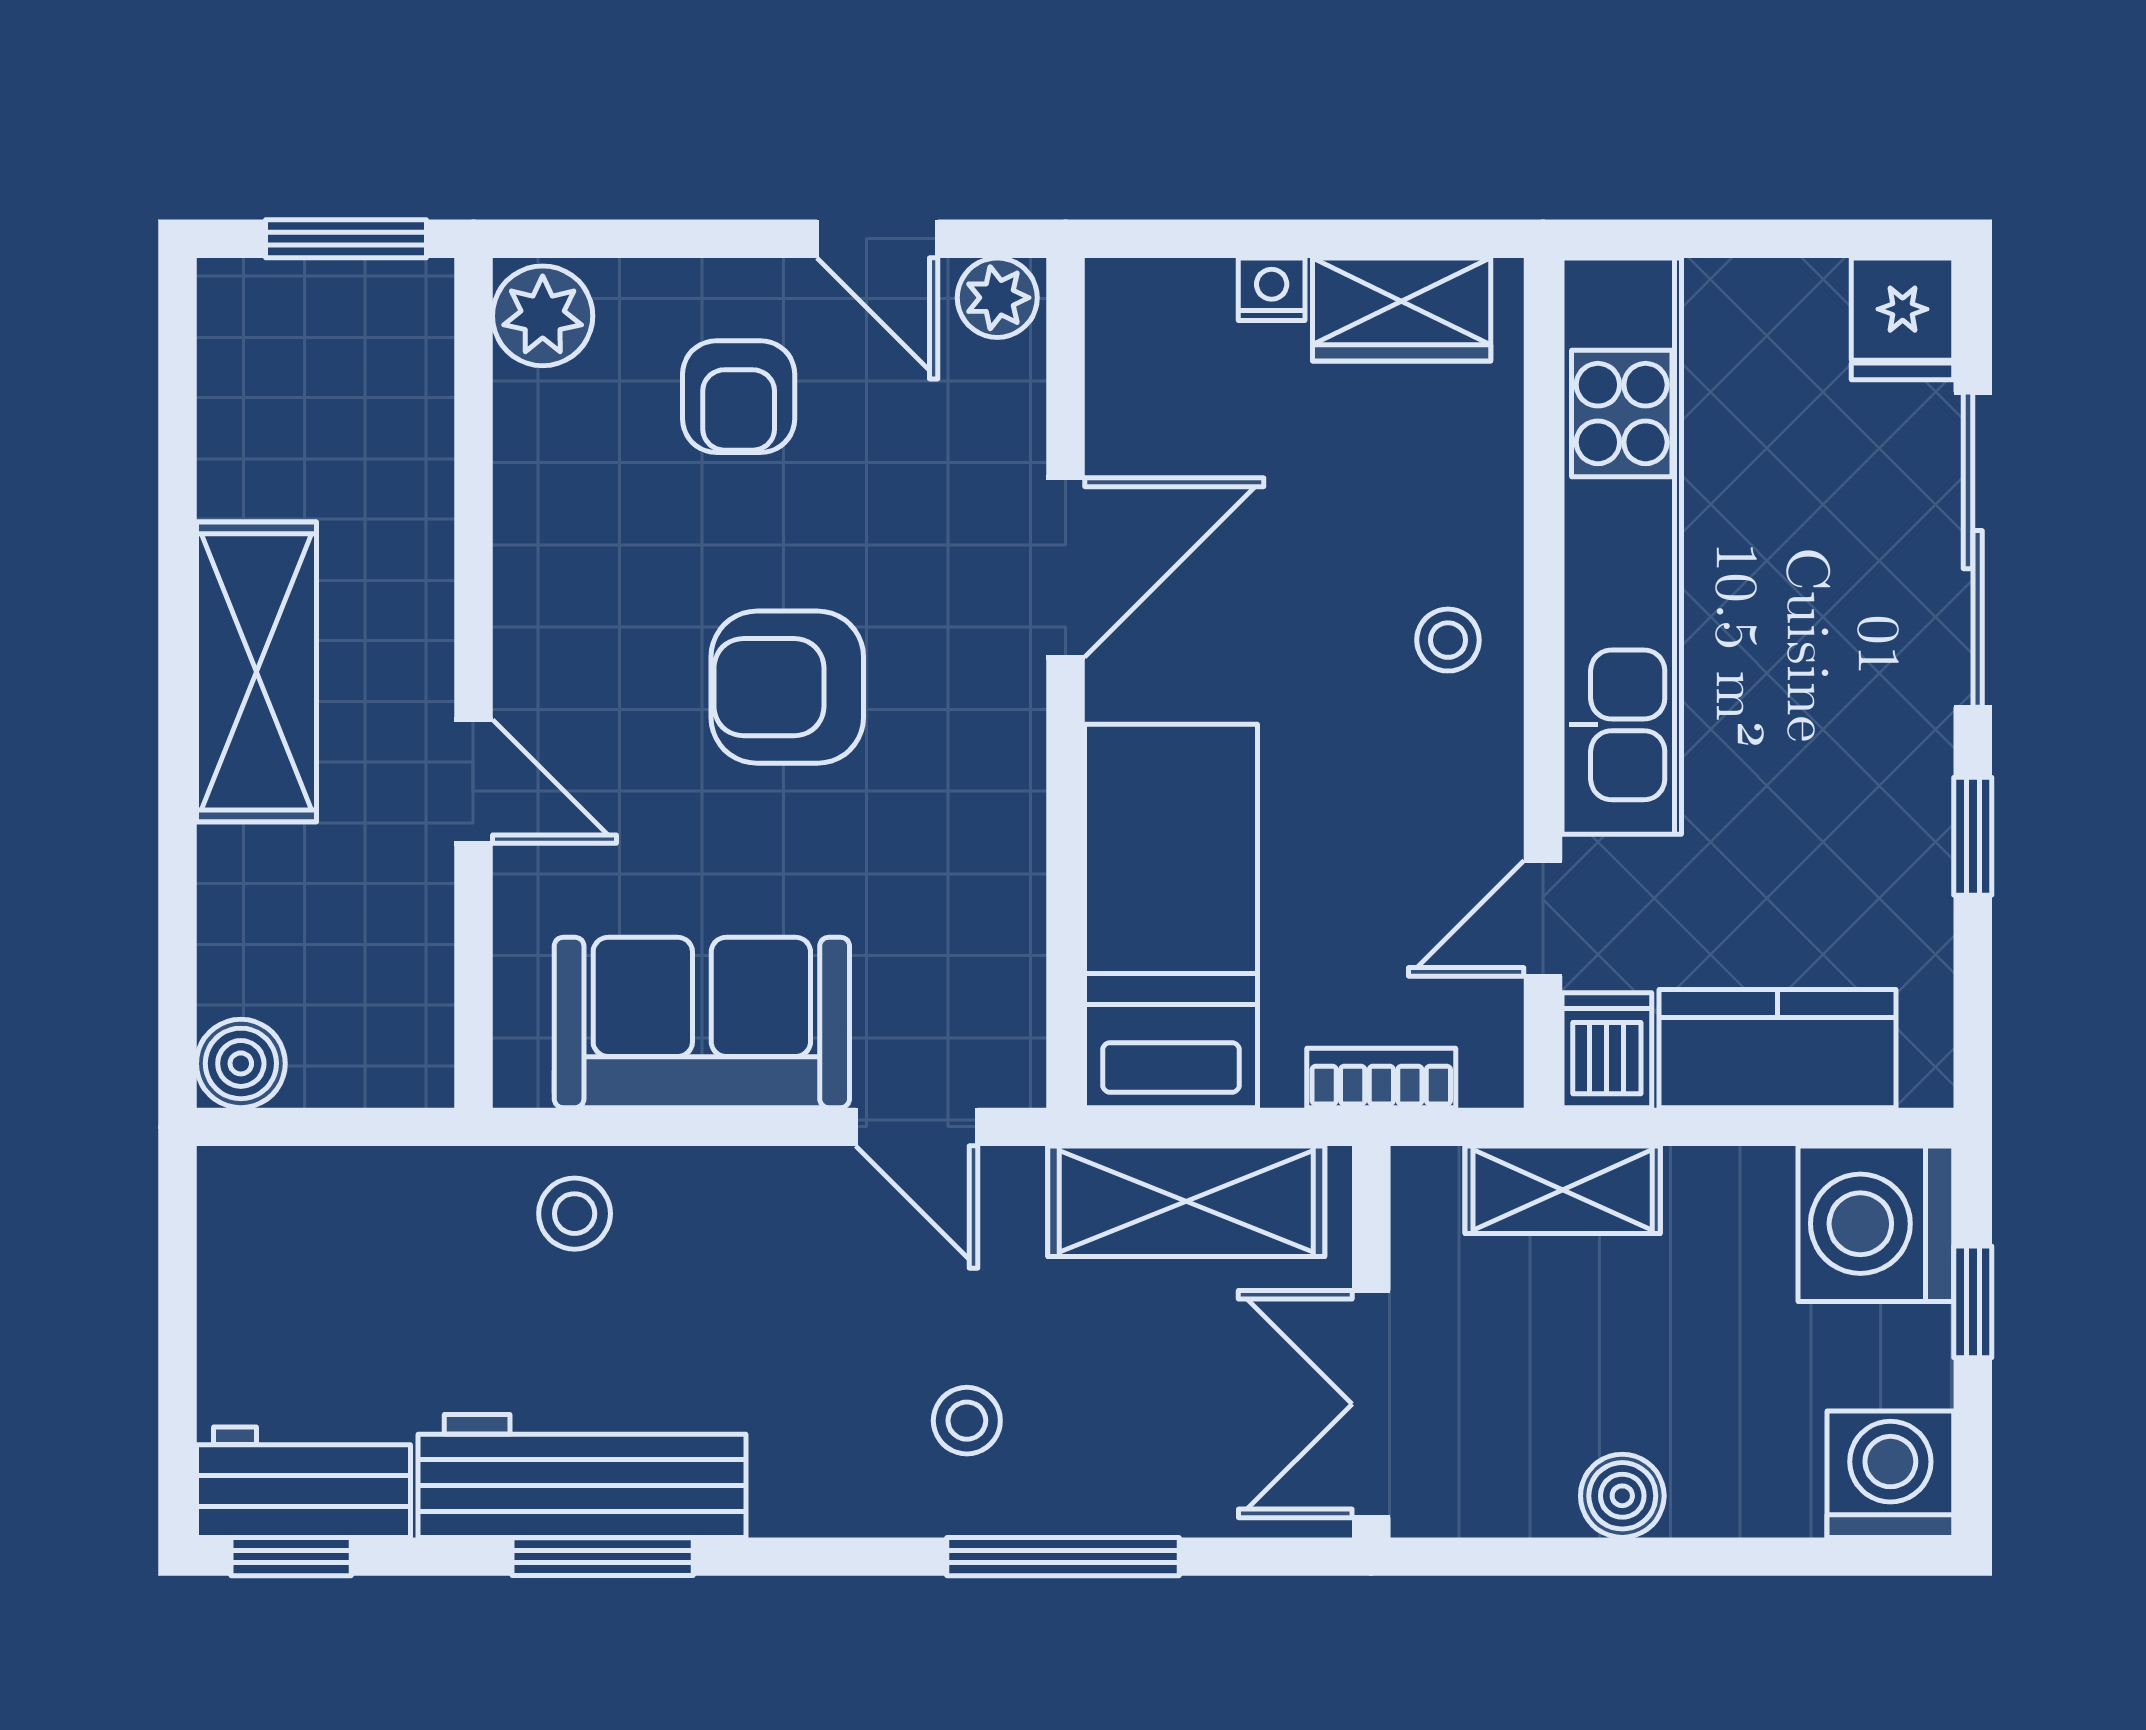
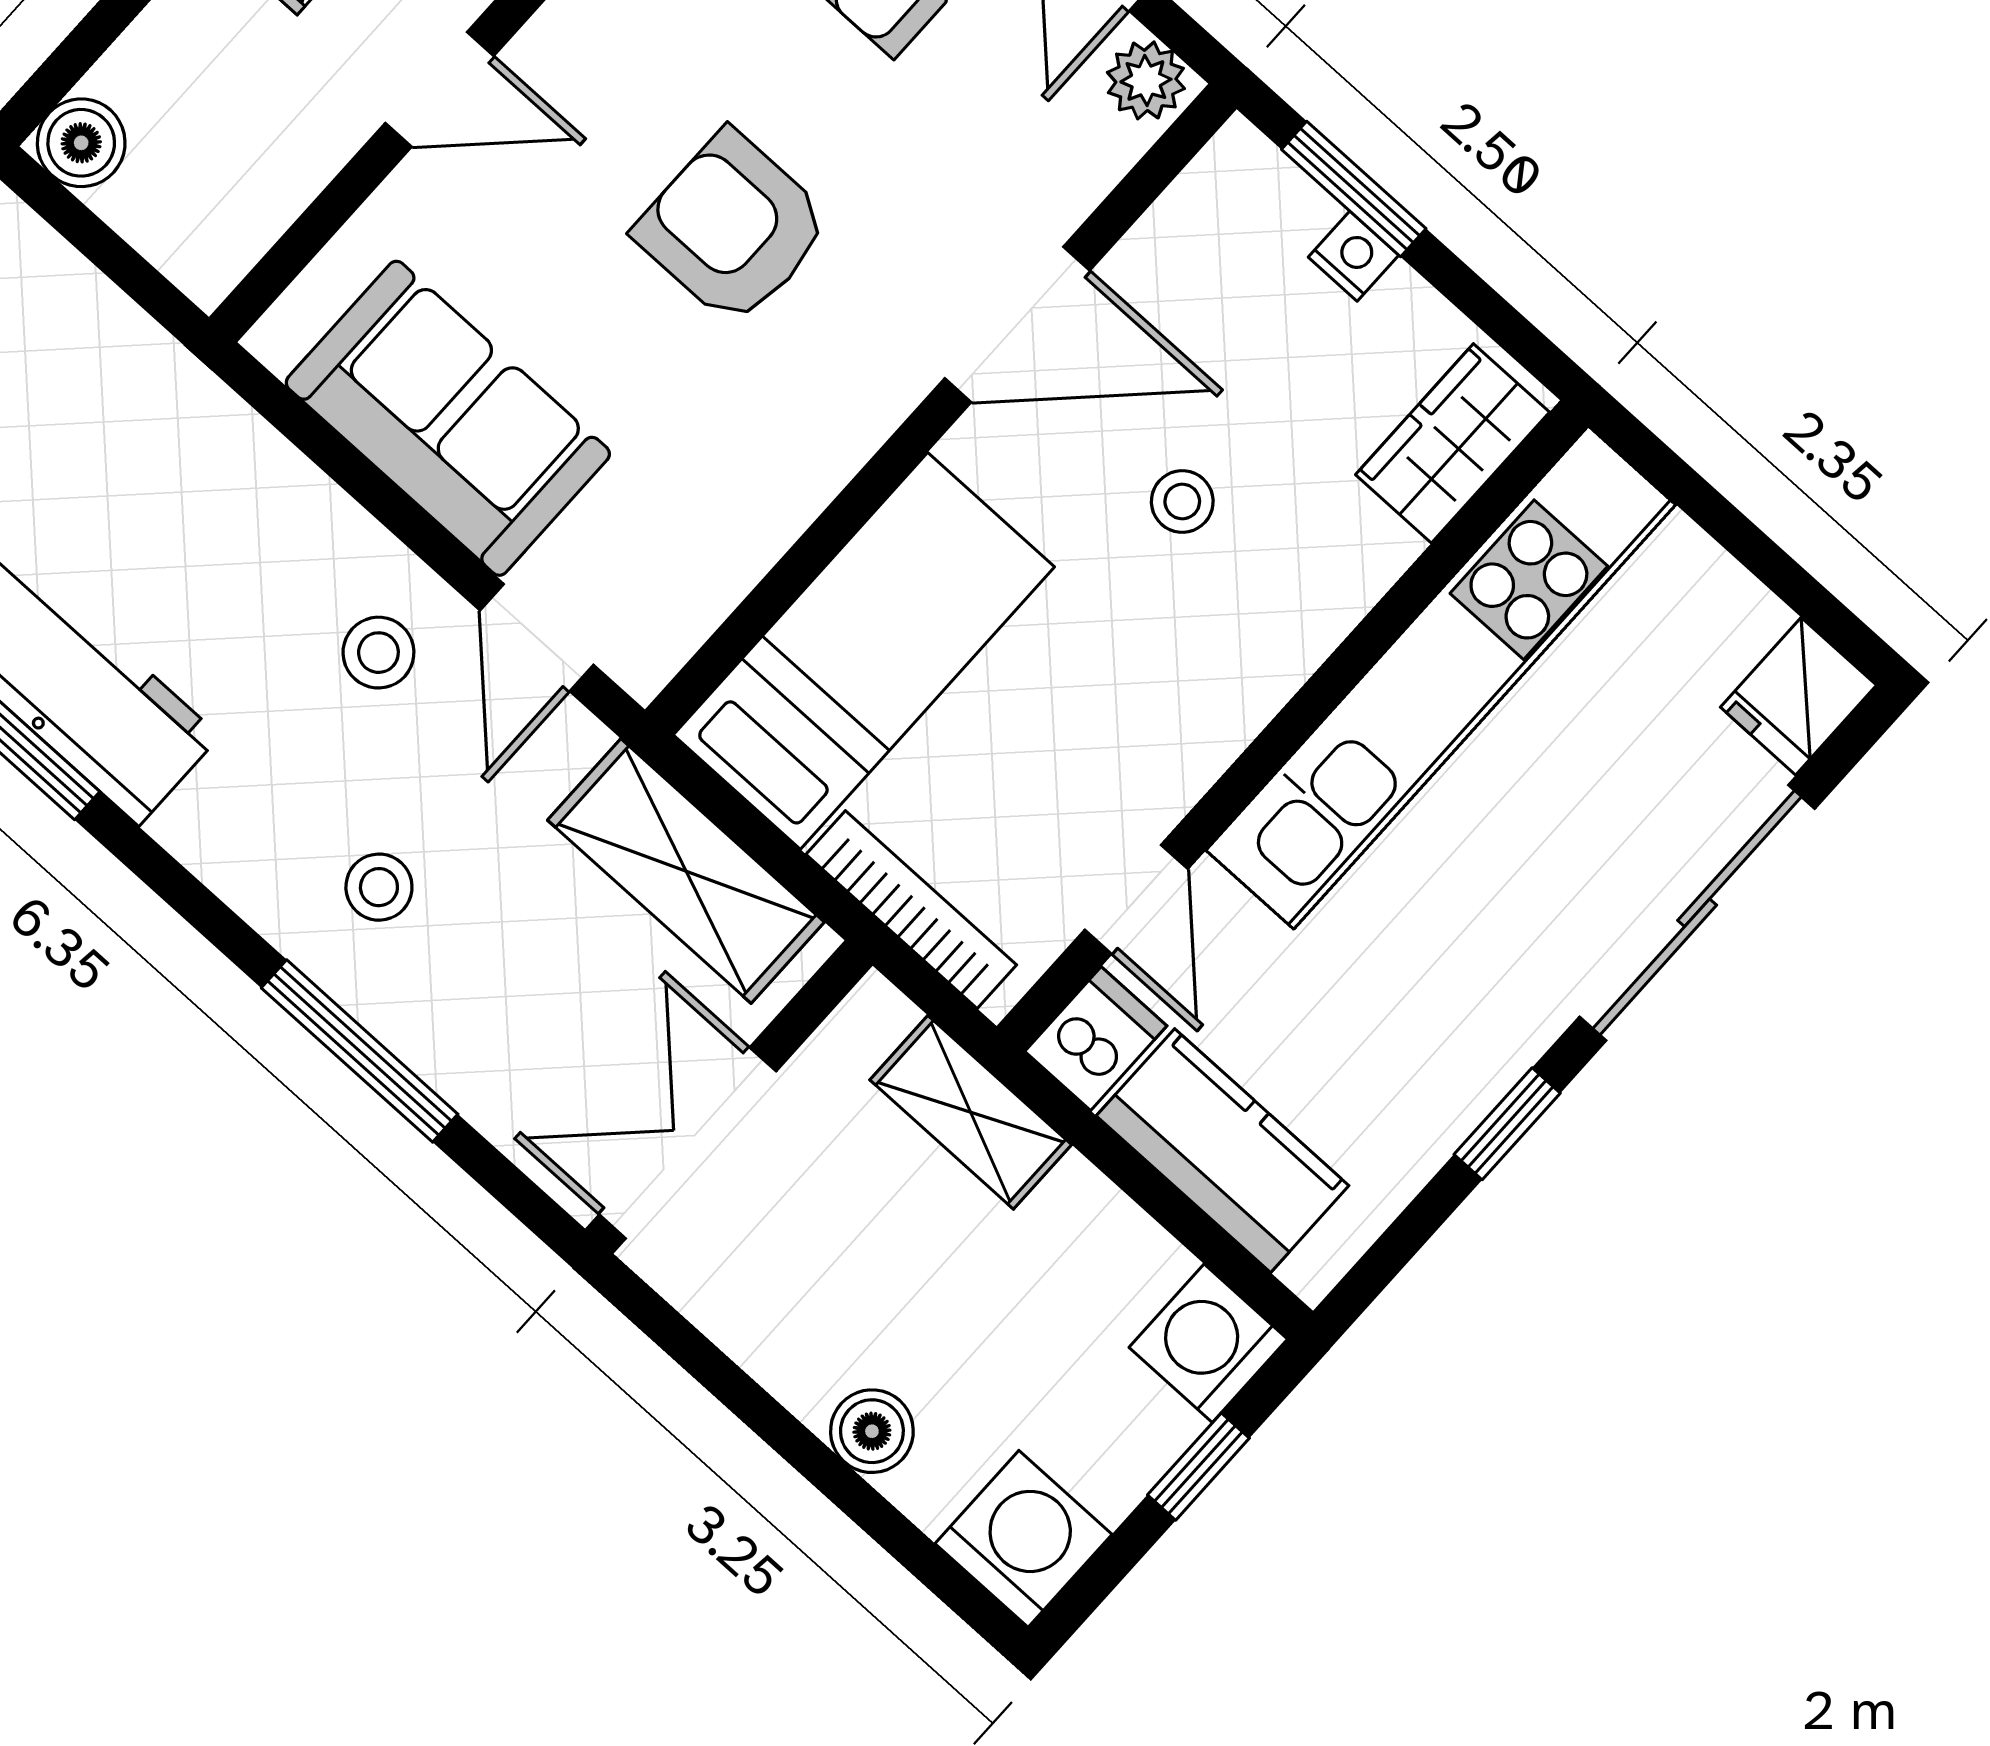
window: (1226, 239) -> (1354, 189), added
wardrobe: (1402, 309) -> (1452, 443), moved, turned 90
stool: (1448, 640) -> (1182, 502), moved
door: (473, 782) -> (439, 89), hinge flipped
door: (1543, 918) -> (1136, 899), swing flipped
bookcase: (1381, 1078) -> (911, 910), width x1.56
stool: (575, 1214) -> (378, 653), moved
washing machine: (1876, 1224) -> (1208, 1343), width x0.73, depth x0.73
boiler: (1622, 1496) -> (872, 1431), moved

